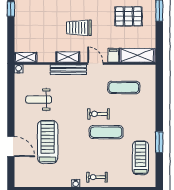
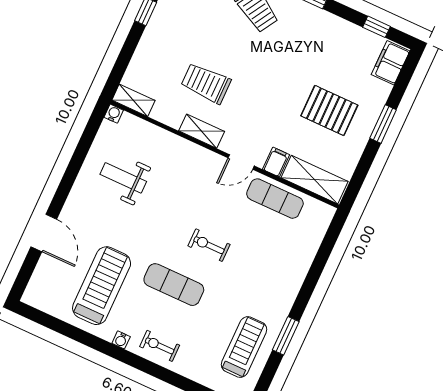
trolley: (79, 28) -> (206, 83), moved
door: (95, 64) -> (241, 162), swing flipped
bench: (68, 70) -> (193, 152), removed
exercise mat: (124, 87) -> (275, 199), moved
exercise mat: (106, 132) -> (174, 285), moved
treadmill: (48, 142) -> (102, 286), moved

